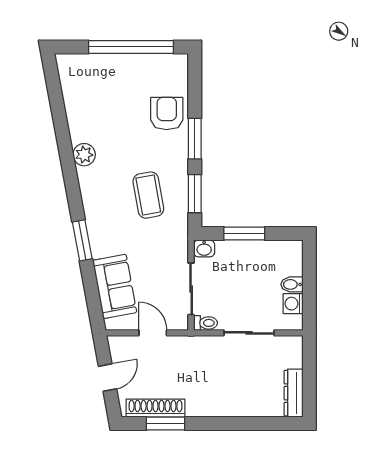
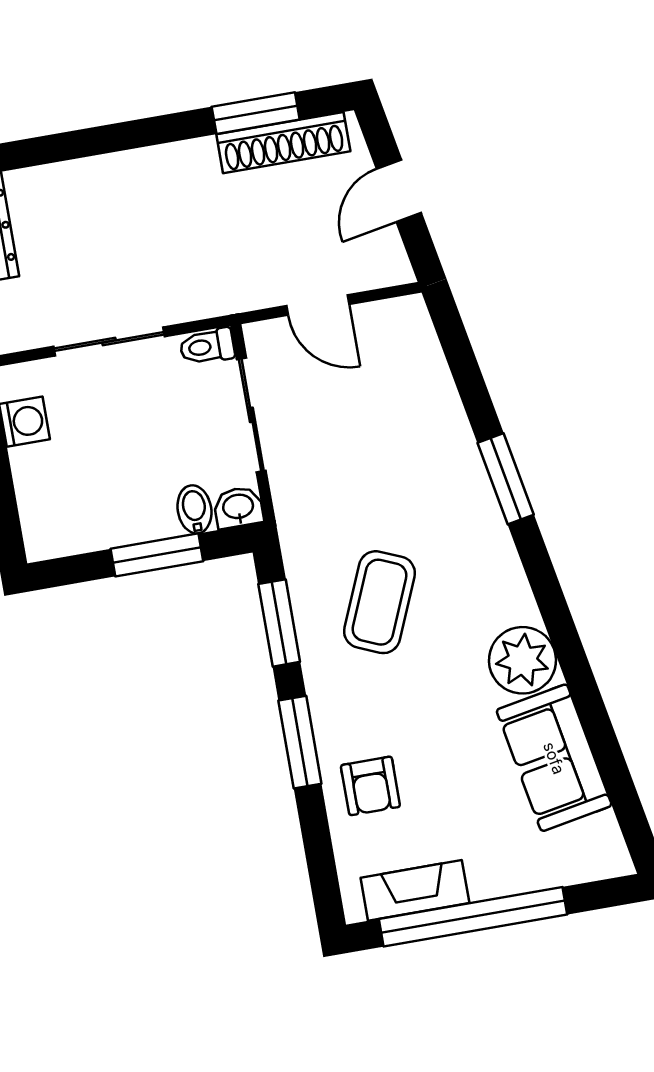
fireplace: (155, 63) -> (415, 890), added
armchair: (167, 114) -> (370, 786), width x0.72, depth x0.72
plant: (84, 155) -> (522, 660), width x1.36, depth x1.36
coffee table: (148, 195) -> (380, 602), turned 33
bidet: (292, 284) -> (194, 509), moved, turned -90
sofa: (115, 286) -> (554, 758), moved

